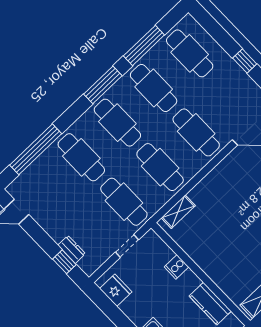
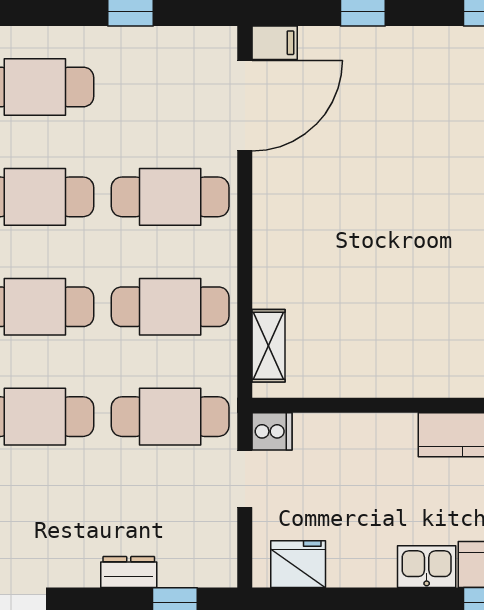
dresser: (72, 249) -> (129, 572), moved
cooker: (176, 267) -> (272, 431), moved, turned -90

